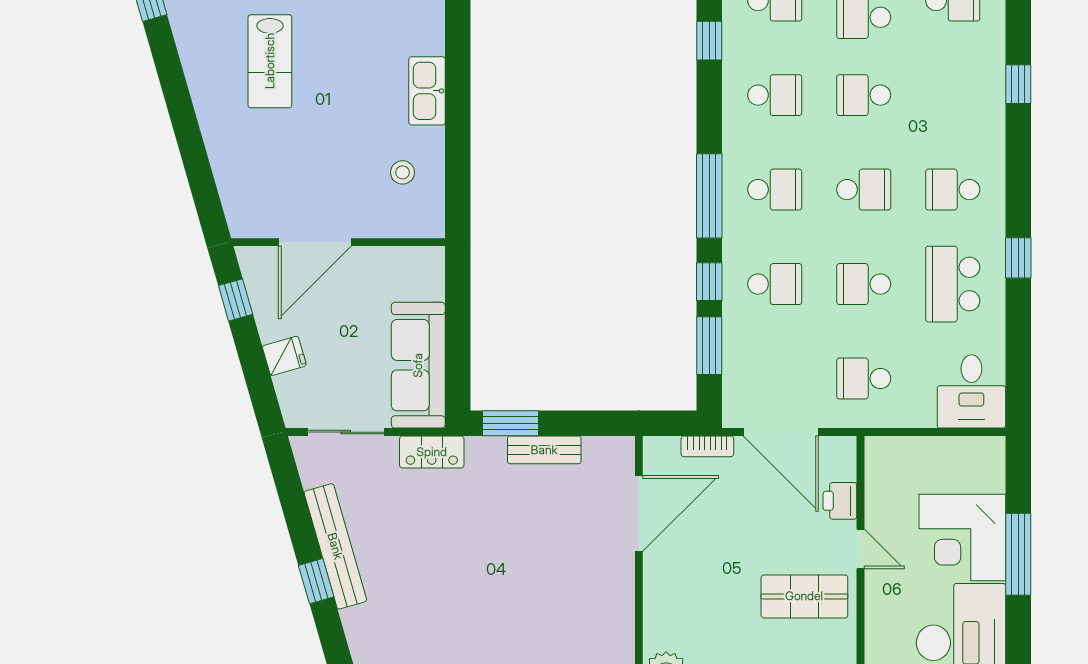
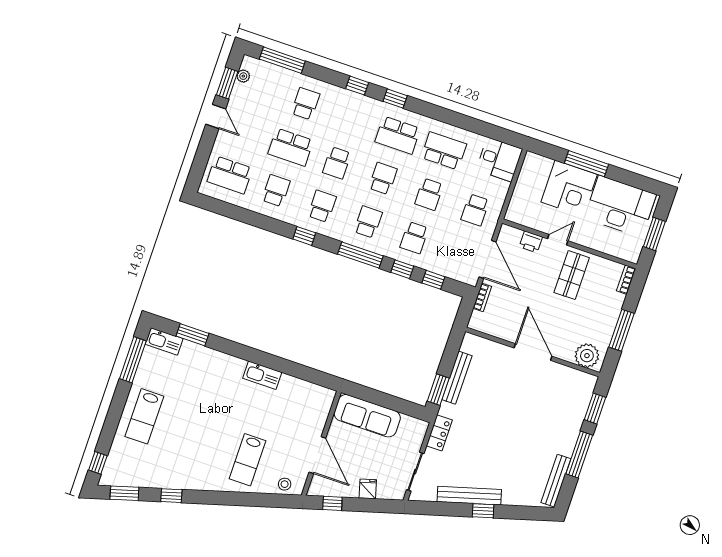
window: (709, 41) -> (304, 236), moved
lab bench: (270, 61) -> (247, 460), moved, turned 90
stool: (403, 172) -> (285, 484), moved
school desk: (953, 190) -> (398, 135), width x1.85
window: (1018, 258) -> (395, 99), moved
school desk: (775, 284) -> (414, 238), turned 180
school desk: (953, 284) -> (444, 151), turned 180
window: (709, 346) -> (433, 280), width x0.67
sofa: (418, 365) -> (367, 416), moved
door: (781, 432) -> (487, 259), hinge flipped
bench: (544, 450) -> (457, 378), width x1.36
door: (639, 513) -> (533, 352), moved

